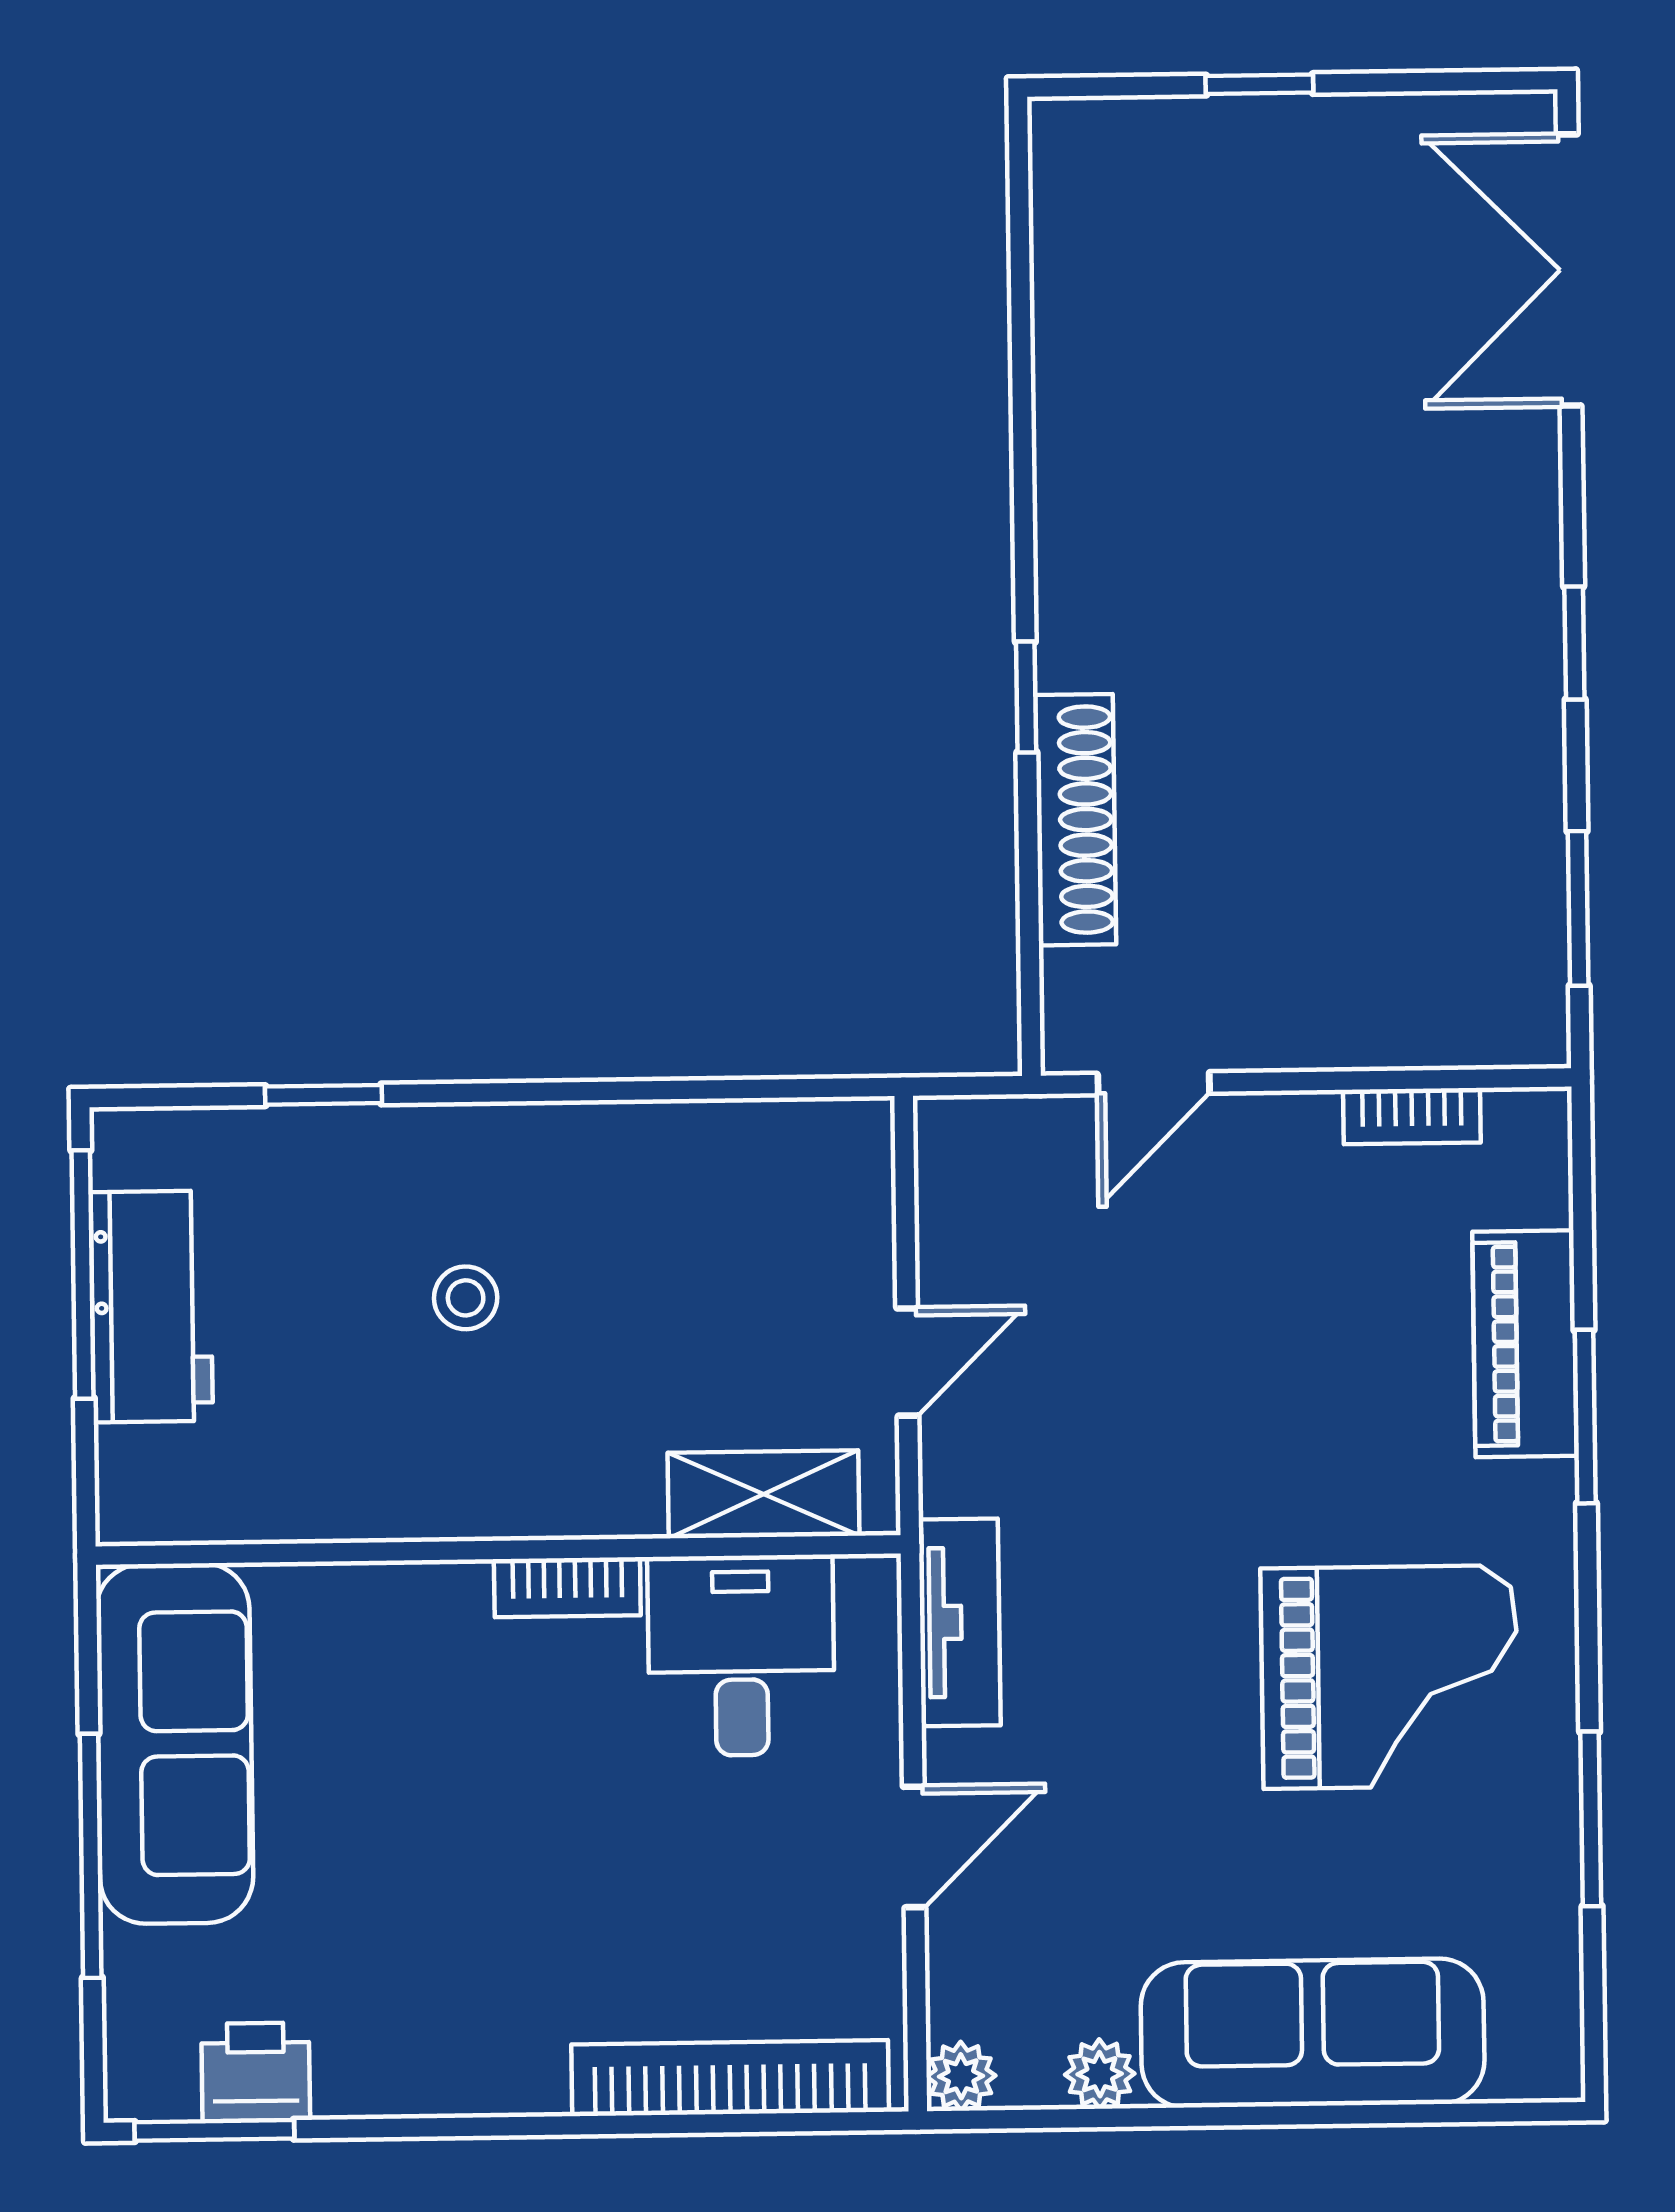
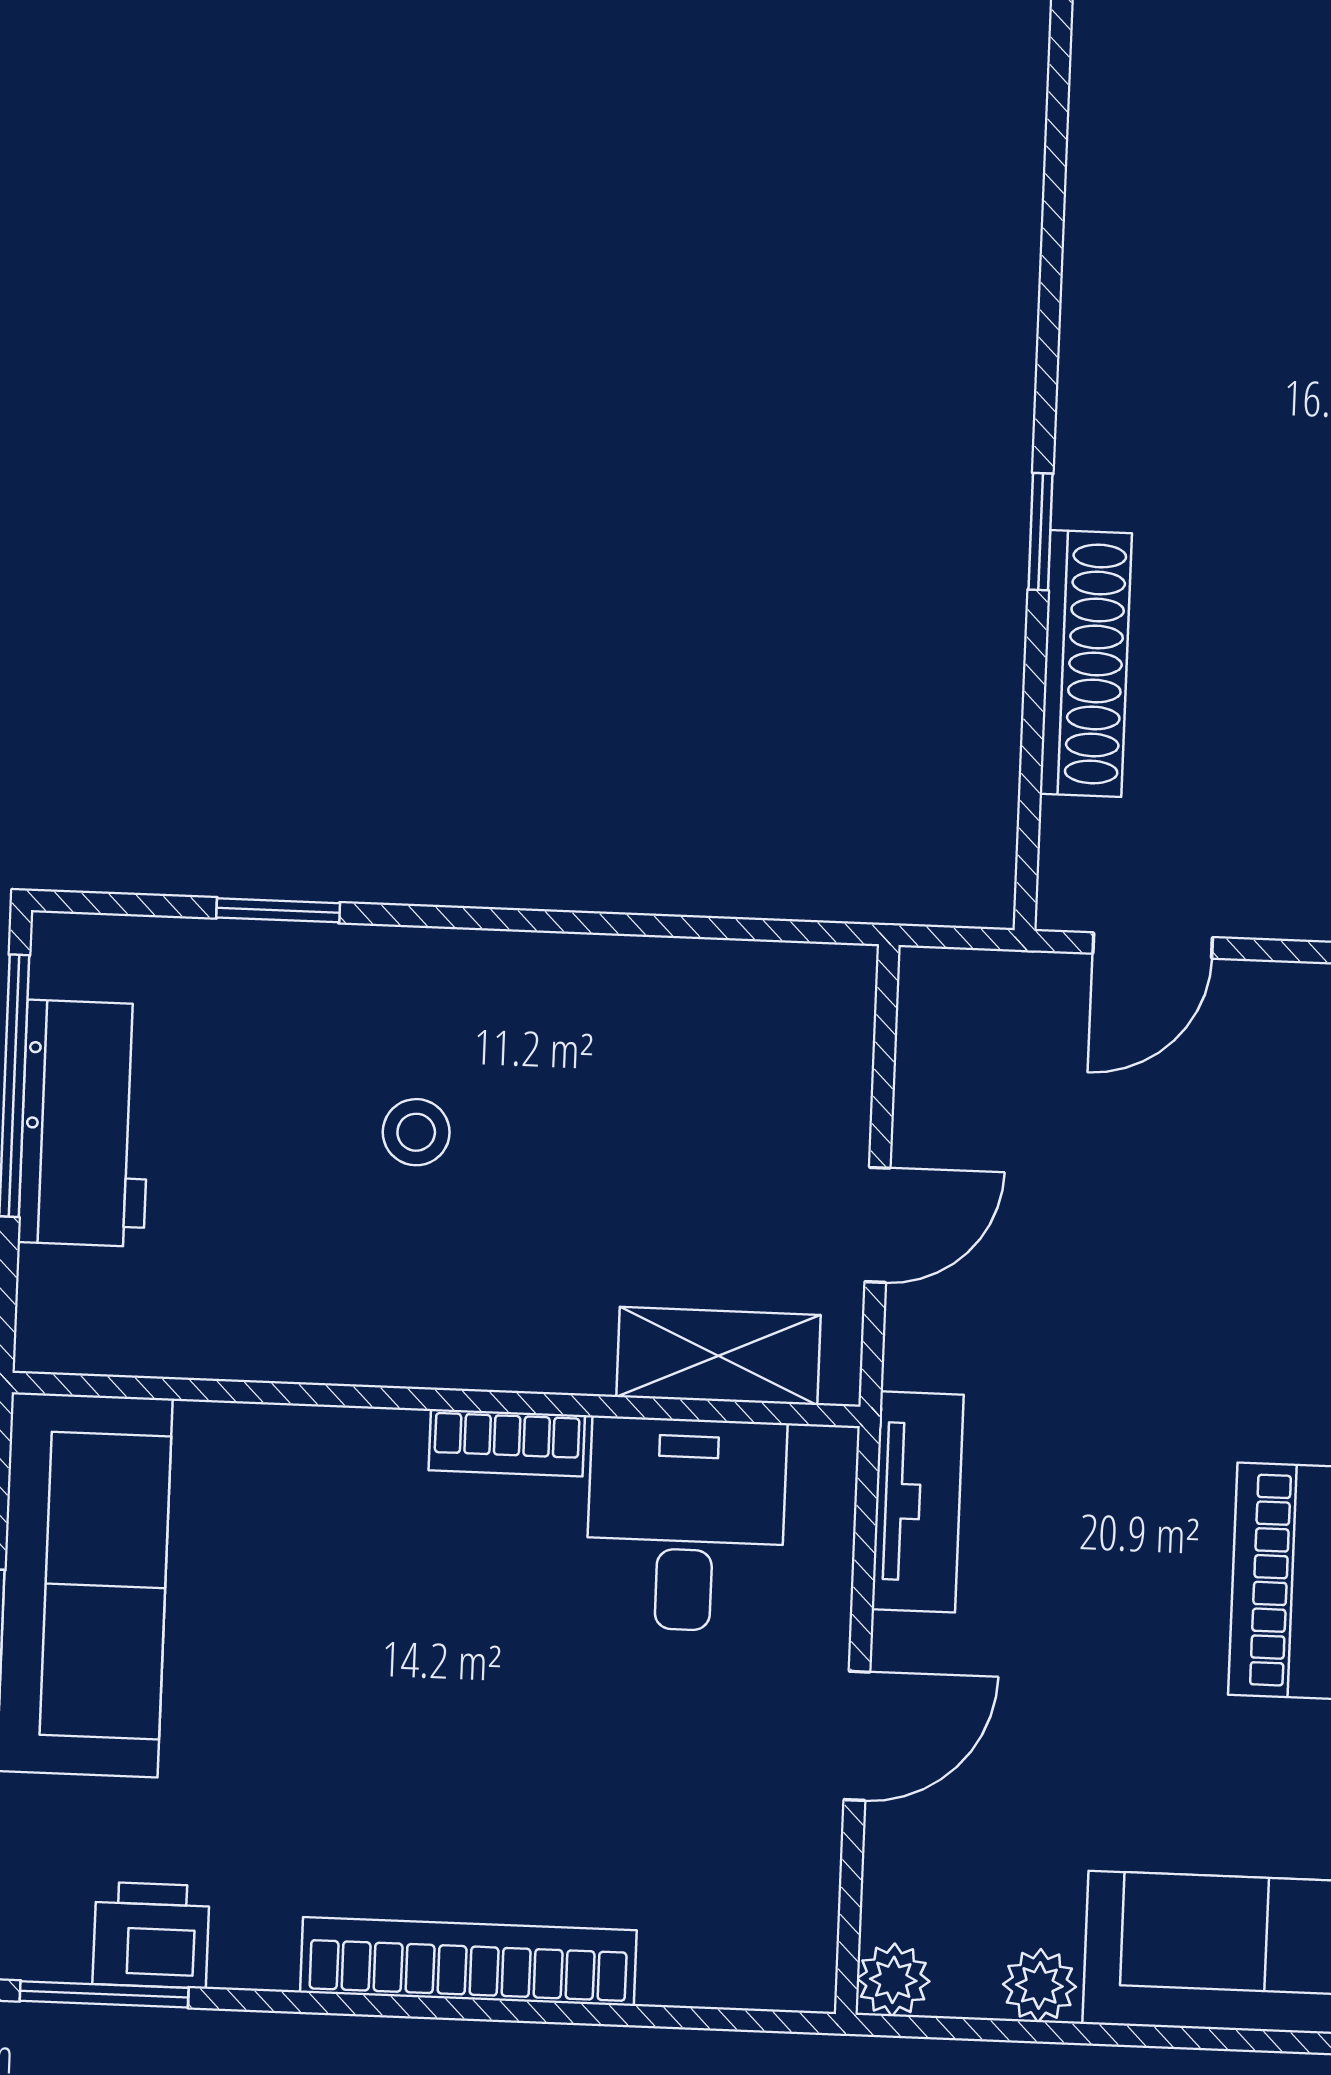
bookcase: (730, 2078) -> (468, 1961), moved

